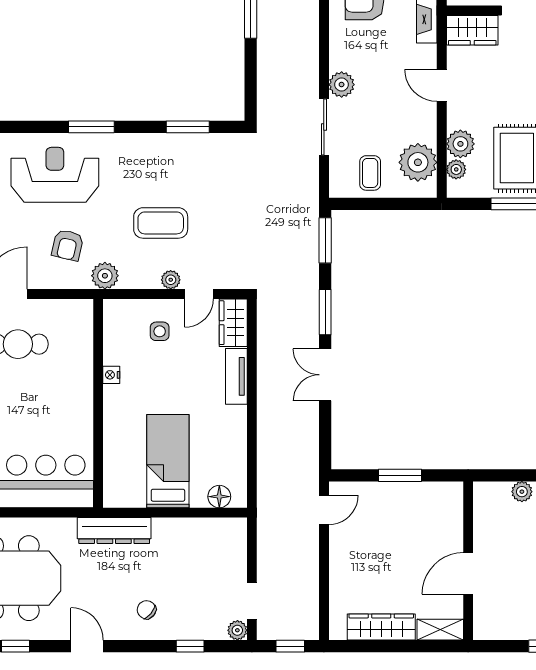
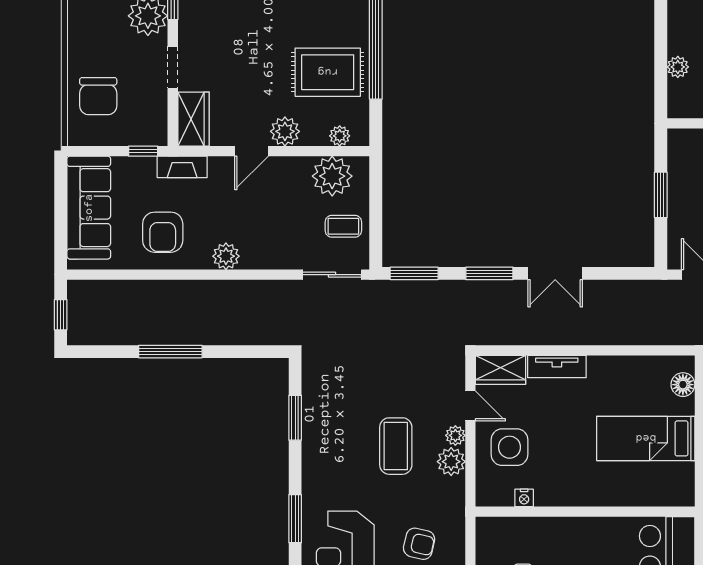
plant: (342, 85) -> (226, 256), moved
sliding door: (324, 127) -> (332, 275), moved
plant: (460, 144) -> (285, 131), moved
plant: (105, 276) -> (451, 462), moved
side table: (160, 331) -> (510, 447), width x1.87, depth x1.87
nightstand: (111, 375) -> (524, 498), moved

